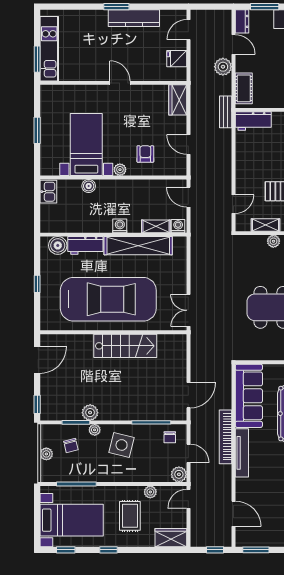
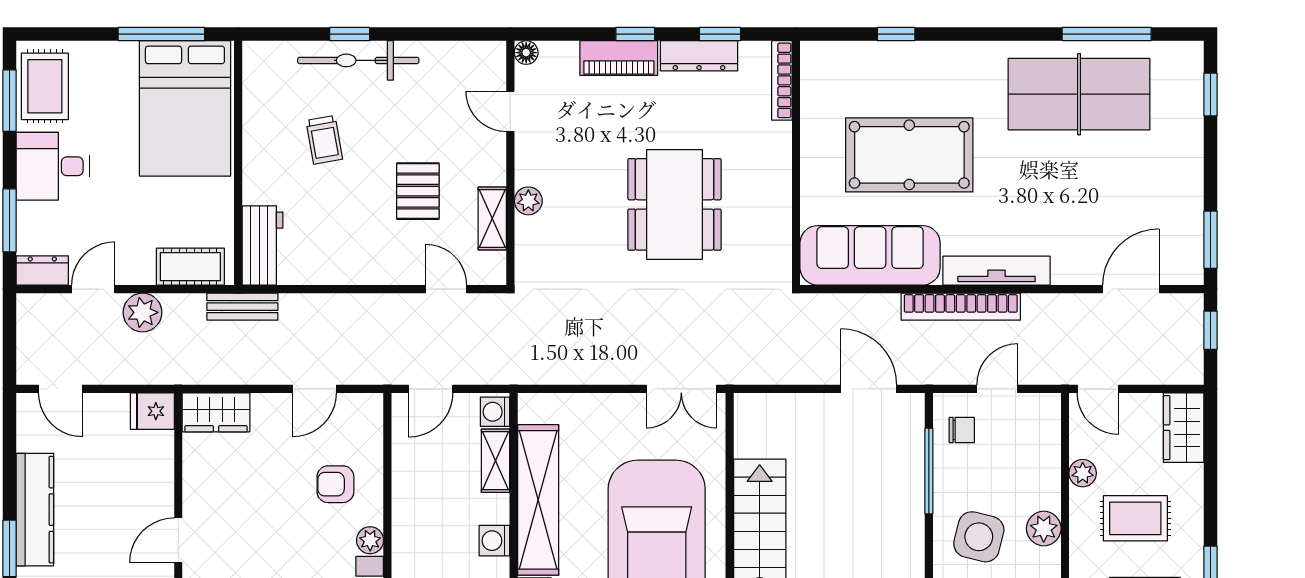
fridge: (177, 59) -> (152, 411), moved, turned 90
plant: (179, 474) -> (1044, 529), moved

